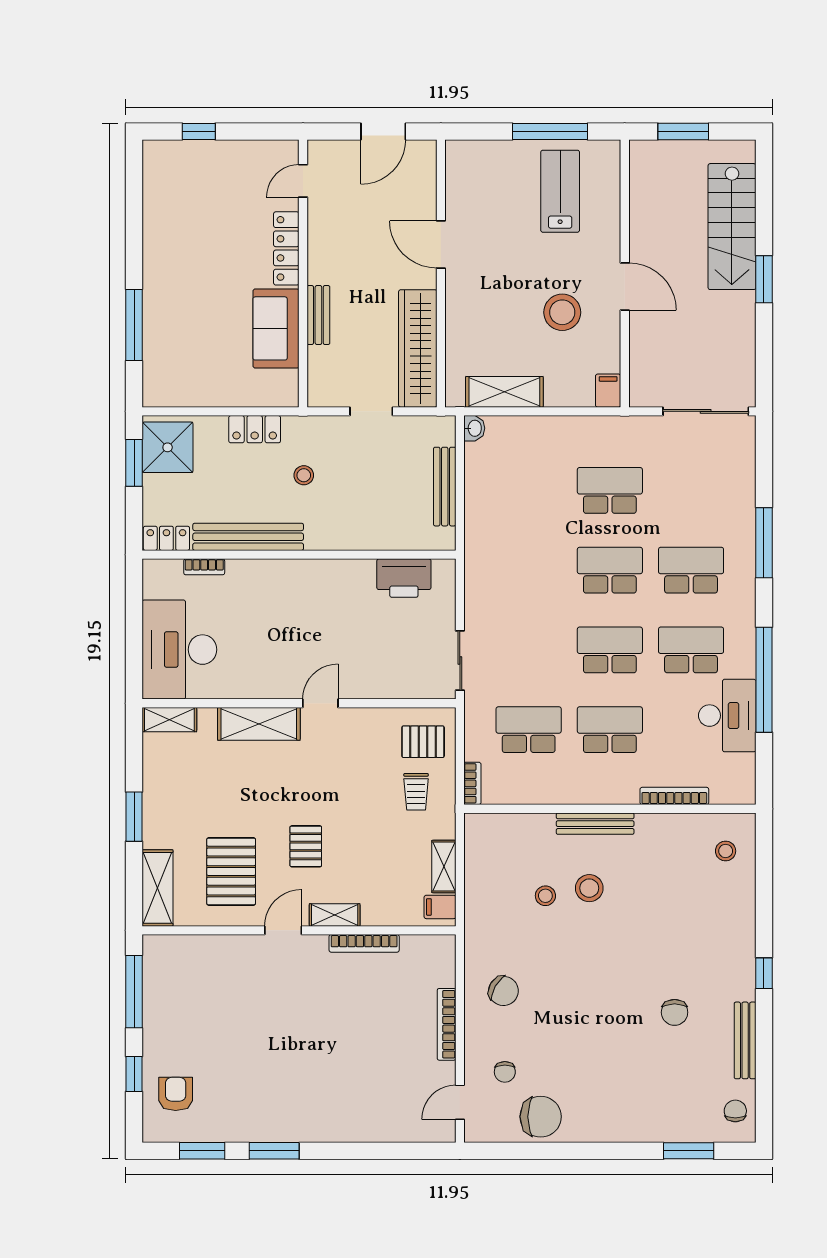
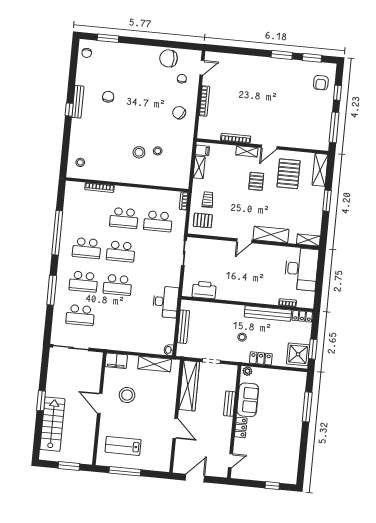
lab bench: (560, 191) -> (123, 446), turned 90
locker: (286, 248) -> (241, 427), width x0.66
filing cabinet: (608, 391) -> (116, 361), width x2.00
plant: (283, 396) -> (247, 371), added
school desk: (610, 490) -> (80, 315), moved
desk: (727, 716) -> (166, 302), moved, turned 180
bench: (595, 824) -> (134, 179), removed
bench: (745, 1040) -> (78, 102), moved

